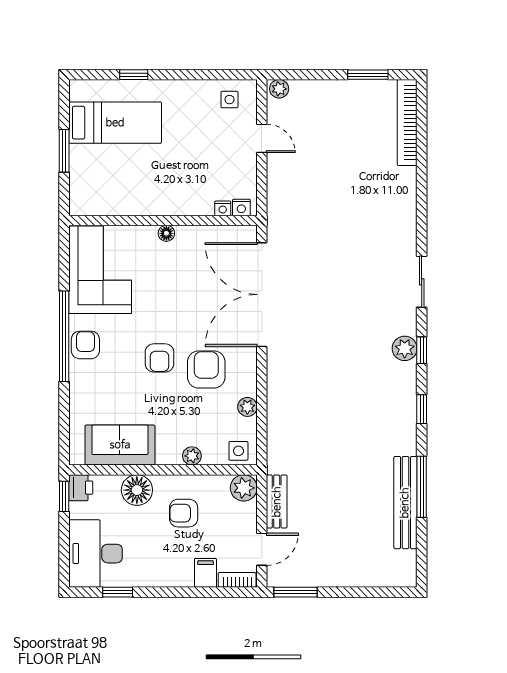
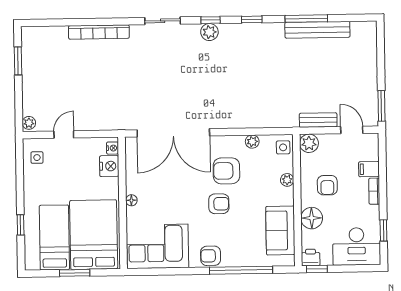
bookcase: (407, 123) -> (99, 32), moved
bed: (118, 179) -> (94, 235), added
nightstand: (223, 208) -> (109, 166), width x1.89, depth x1.79
window: (64, 336) -> (241, 270), moved
bookcase: (237, 580) -> (374, 191), moved

